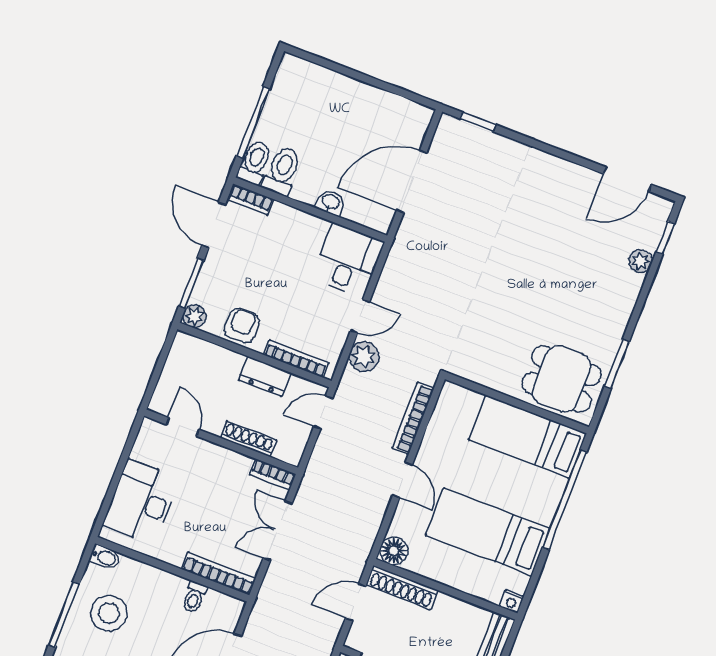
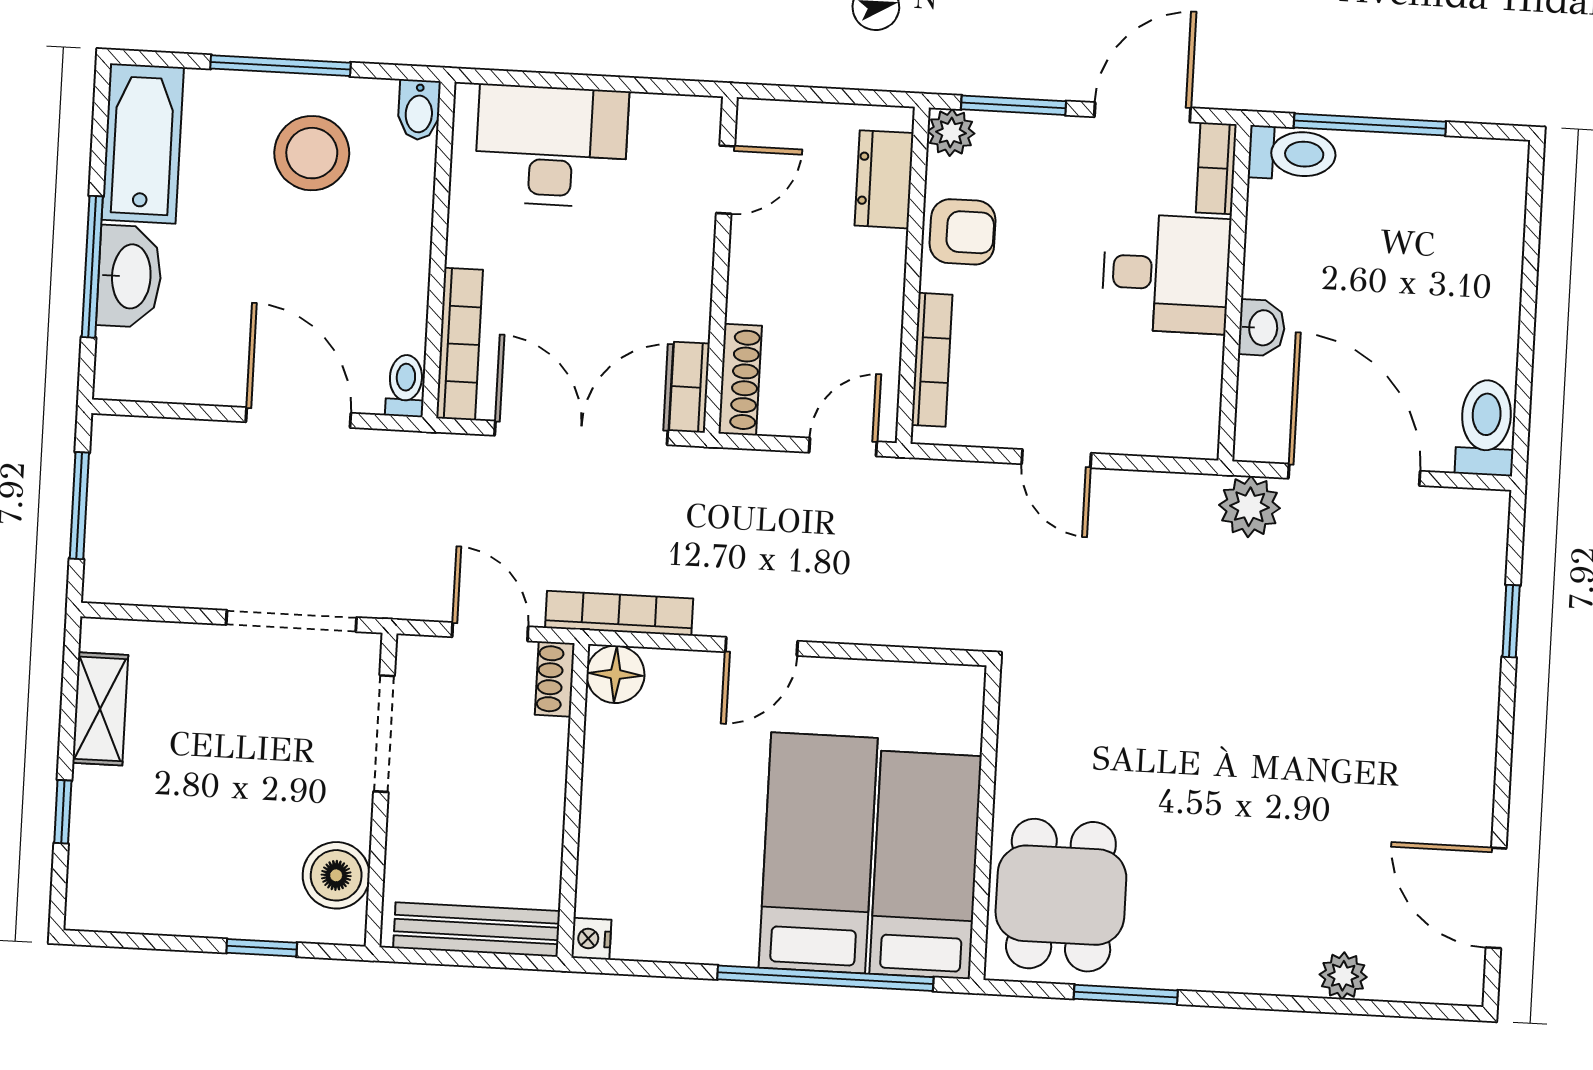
window: (478, 122) -> (1511, 621), moved
toilet: (282, 171) -> (1486, 428), moved, turned -90
window: (665, 238) -> (1405, 1010), removed
desk: (348, 260) -> (1166, 274), moved
plant: (364, 357) -> (1250, 507), moved
dresser: (265, 376) -> (884, 179), moved
door: (323, 413) -> (843, 447), hinge flipped
bookcase: (413, 418) -> (619, 613), moved
shoe rack: (248, 439) -> (740, 380), moved
double door: (278, 531) -> (581, 433), width x1.37
bed: (488, 532) -> (818, 853), moved
shoe rack: (402, 588) -> (555, 679), width x0.51, depth x0.81
toilet: (194, 597) -> (405, 386), moved, turned 90

